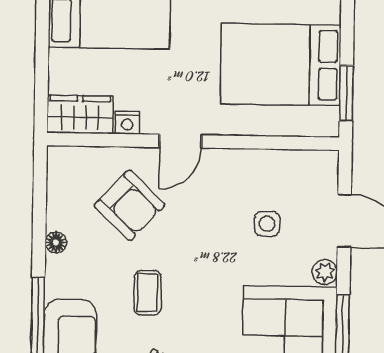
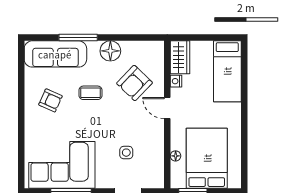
floor lamp: (275, 126) -> (176, 156), added
floor lamp: (56, 242) -> (110, 51), width x1.89, depth x1.89
plant: (325, 272) -> (102, 182), removed

